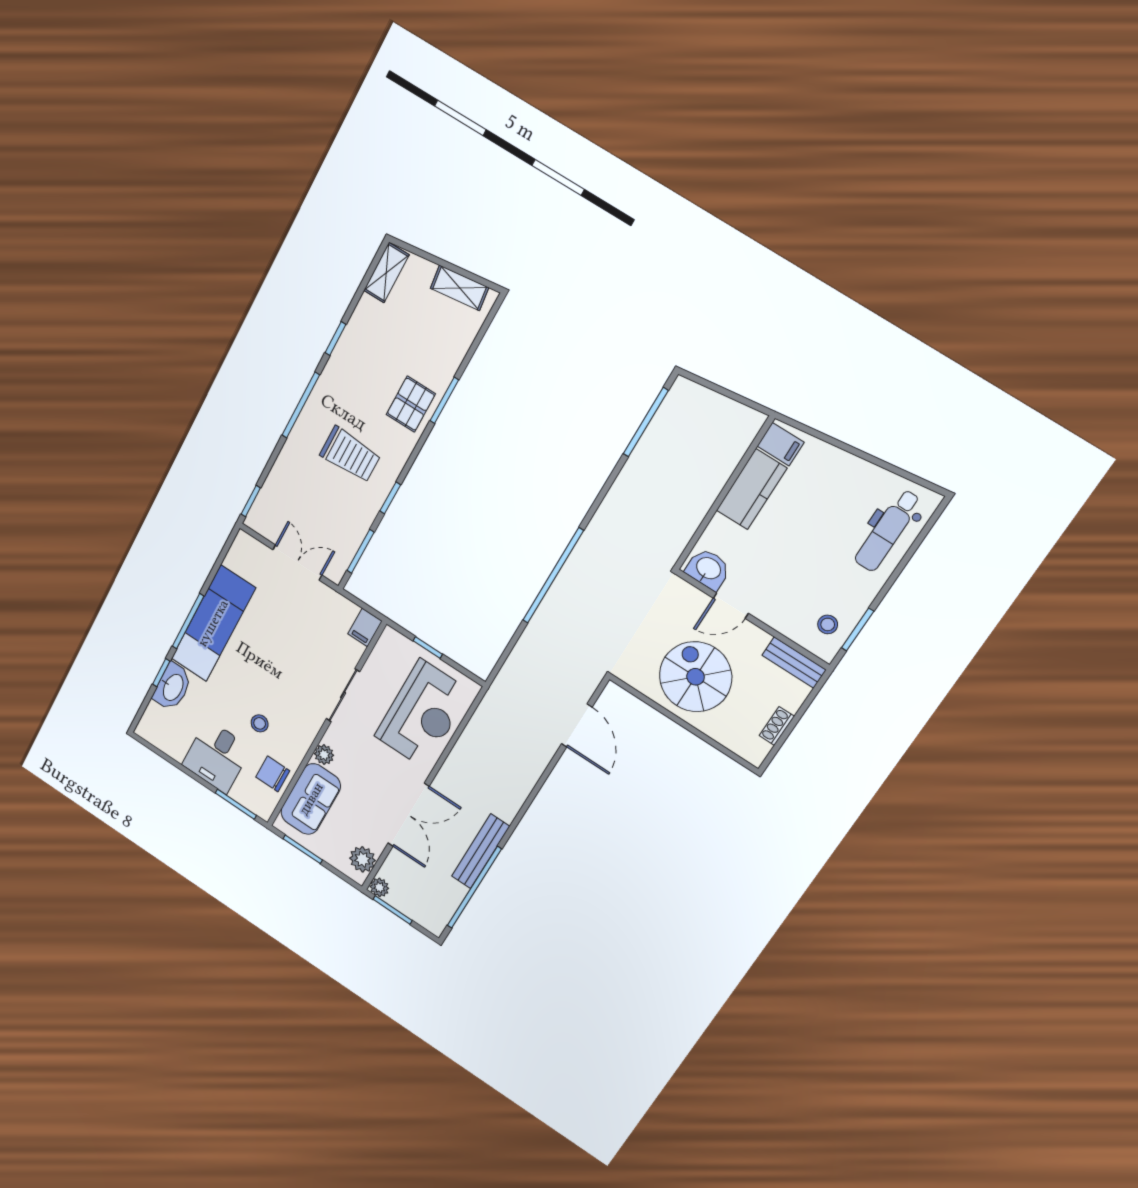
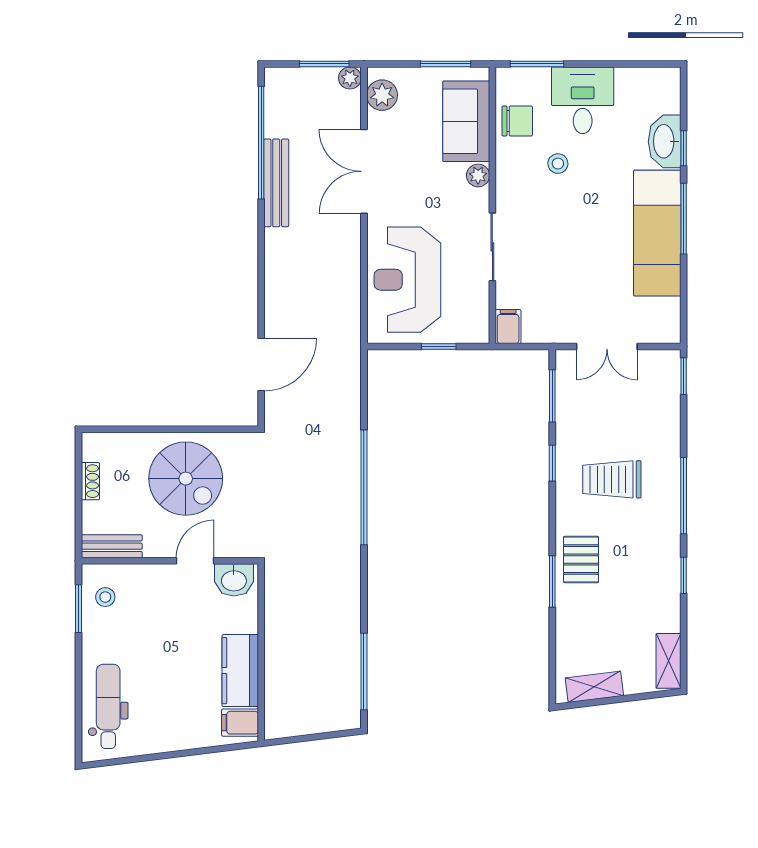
door: (577, 725) -> (261, 365), swing flipped

